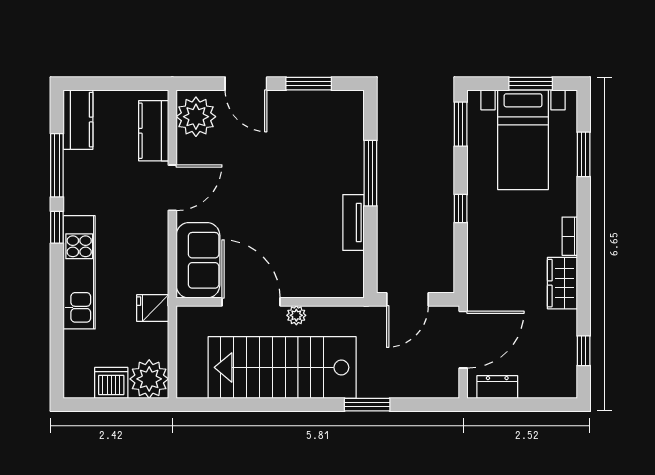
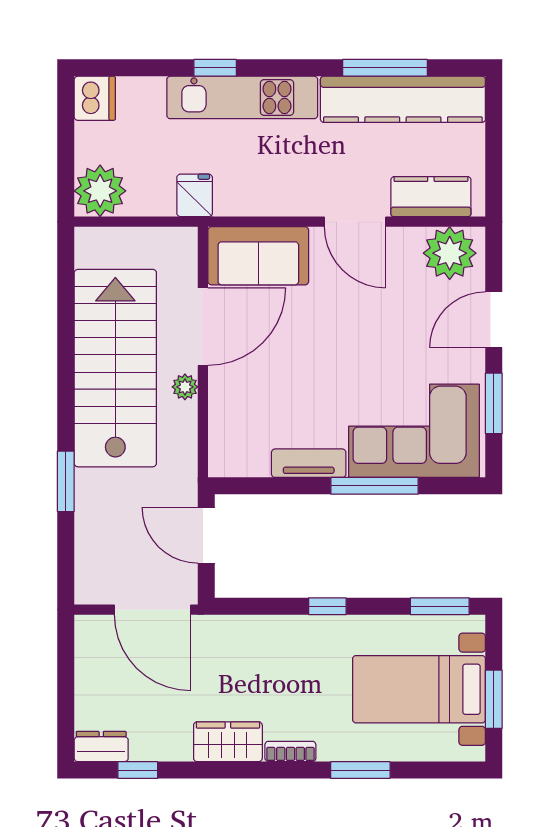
kitchen counter: (78, 120) -> (403, 99), width x2.08, depth x1.17
corner sofa: (329, 144) -> (414, 431), added
window: (584, 154) -> (360, 770), moved
window: (57, 227) -> (215, 68), moved
dishwasher: (111, 383) -> (95, 98), moved
dresser: (497, 387) -> (101, 746), moved, turned -90

